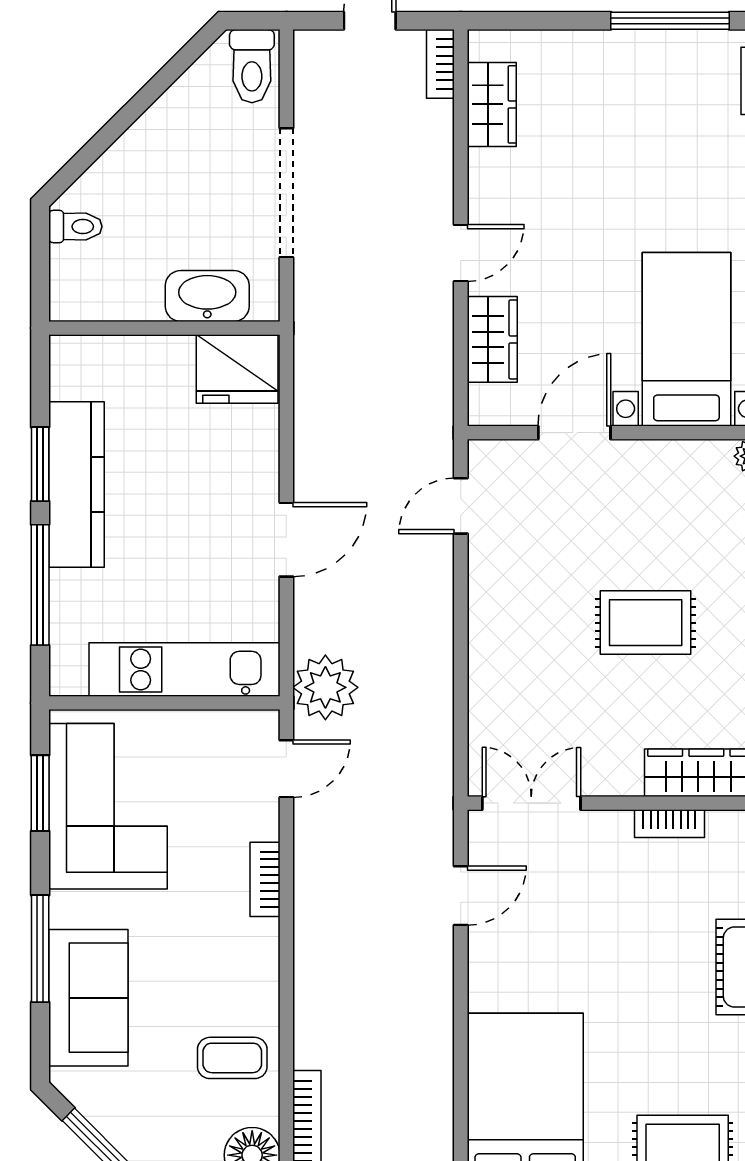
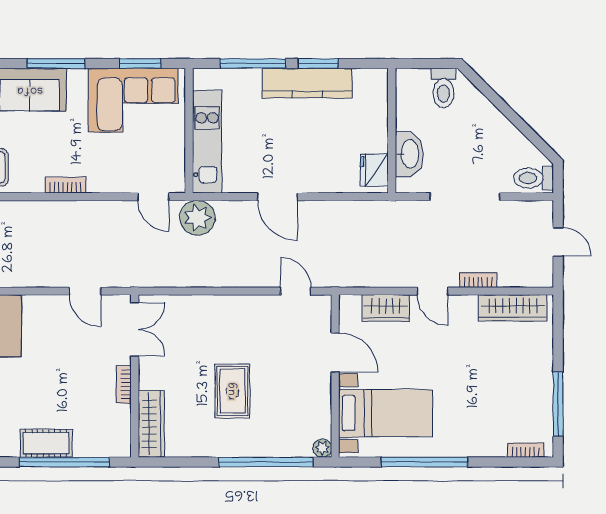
bookcase: (440, 64) -> (478, 280), moved
wardrobe: (492, 104) -> (513, 308), width x1.50
toilet: (75, 227) -> (443, 88), width x1.37, depth x1.39
fridge: (237, 369) -> (374, 170), width x0.73, depth x0.75
bookcase: (669, 824) -> (124, 384), moved
bookcase: (265, 879) -> (65, 185), moved

